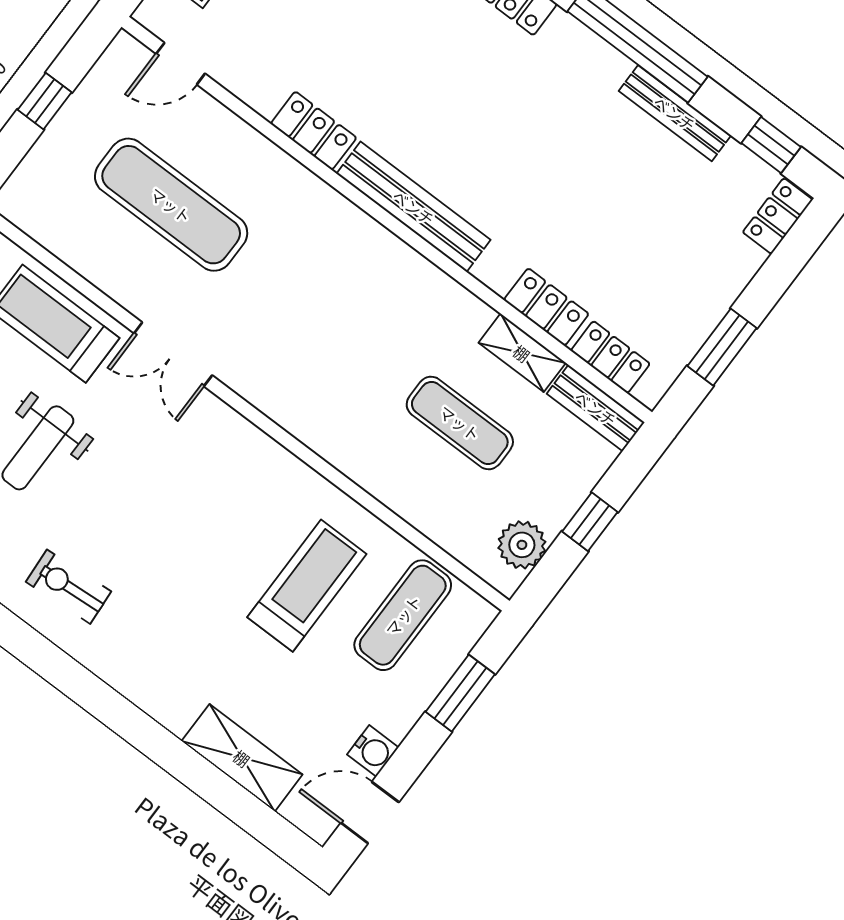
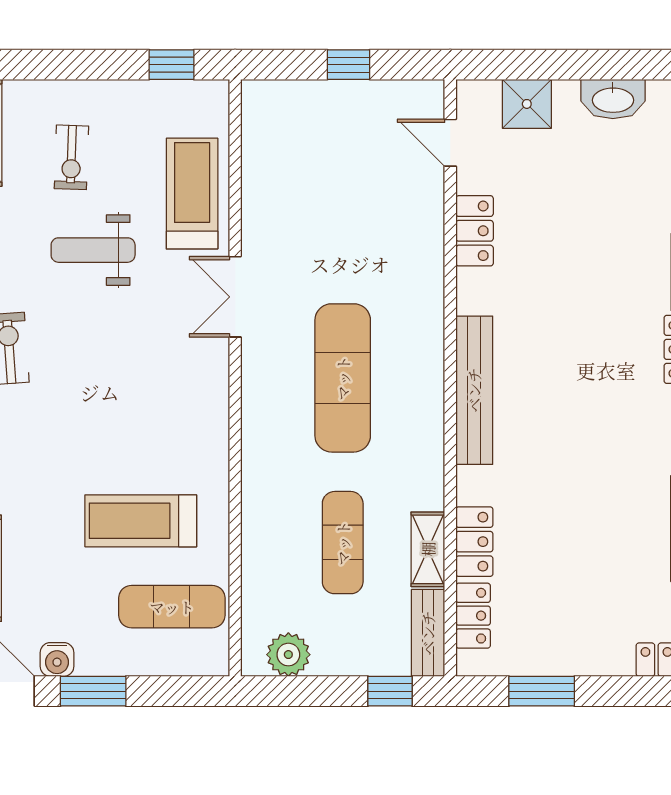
locker: (314, 131) -> (475, 231), moved
exercise mat: (171, 205) -> (343, 378), moved
window: (590, 522) -> (390, 691), moved
treadmill: (307, 586) -> (141, 521), turned 180
window: (460, 693) -> (93, 691), moved

